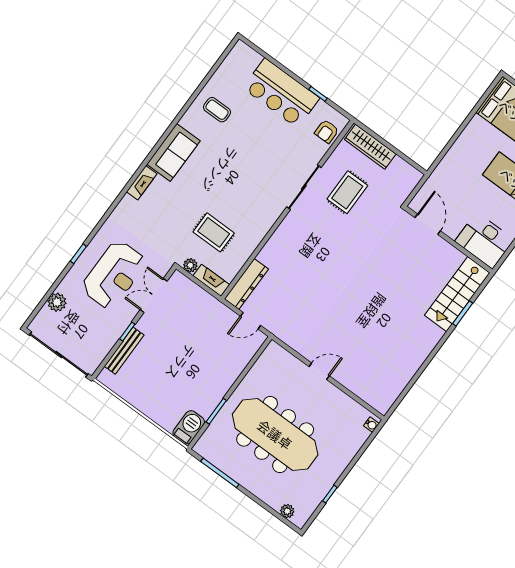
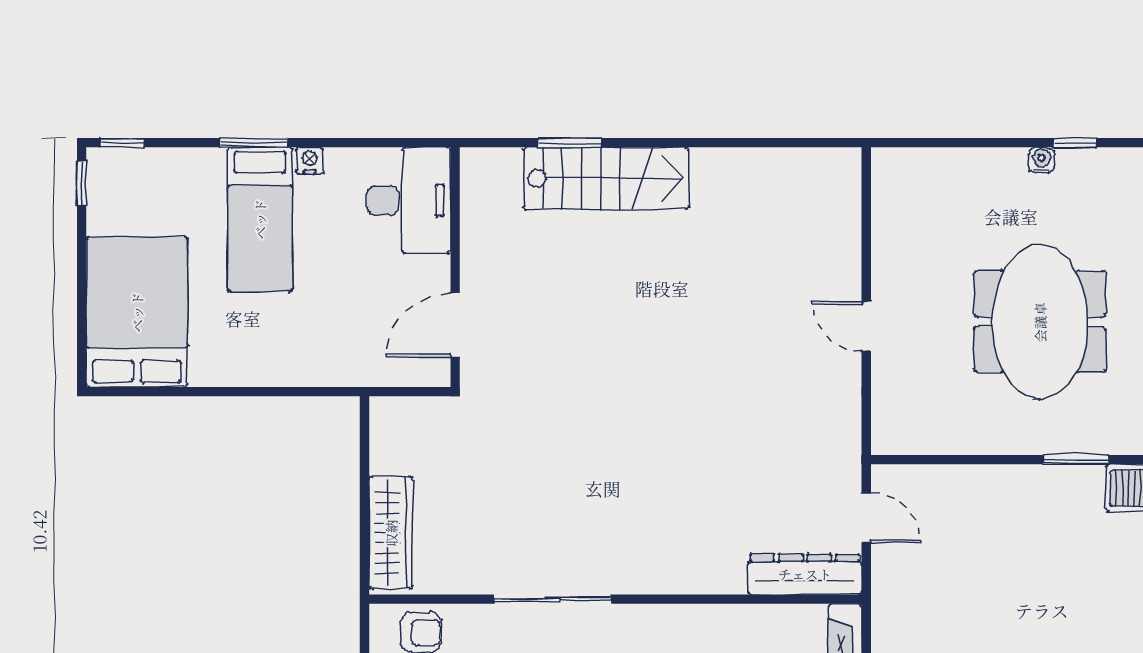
rug: (347, 192) -> (504, 513), removed
stairs: (457, 294) -> (606, 178), moved
water cooler: (371, 425) -> (1042, 160), moved
meeting table: (275, 434) -> (1040, 322), width x0.73

